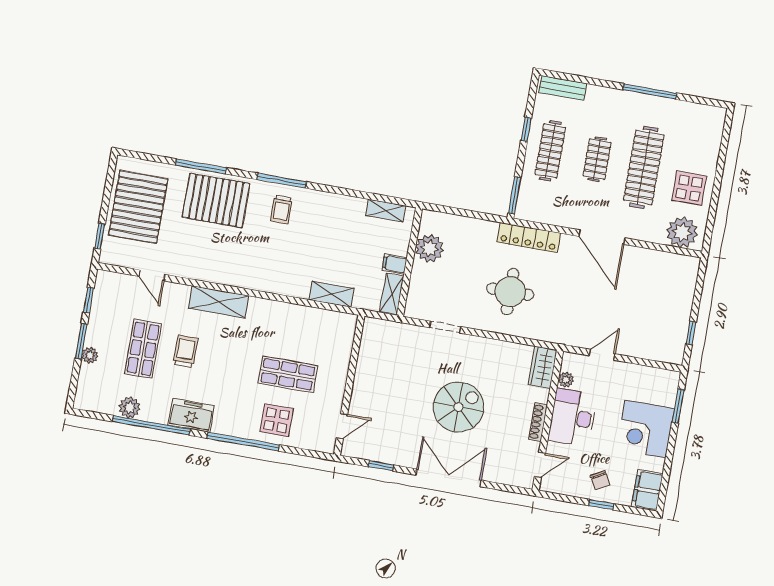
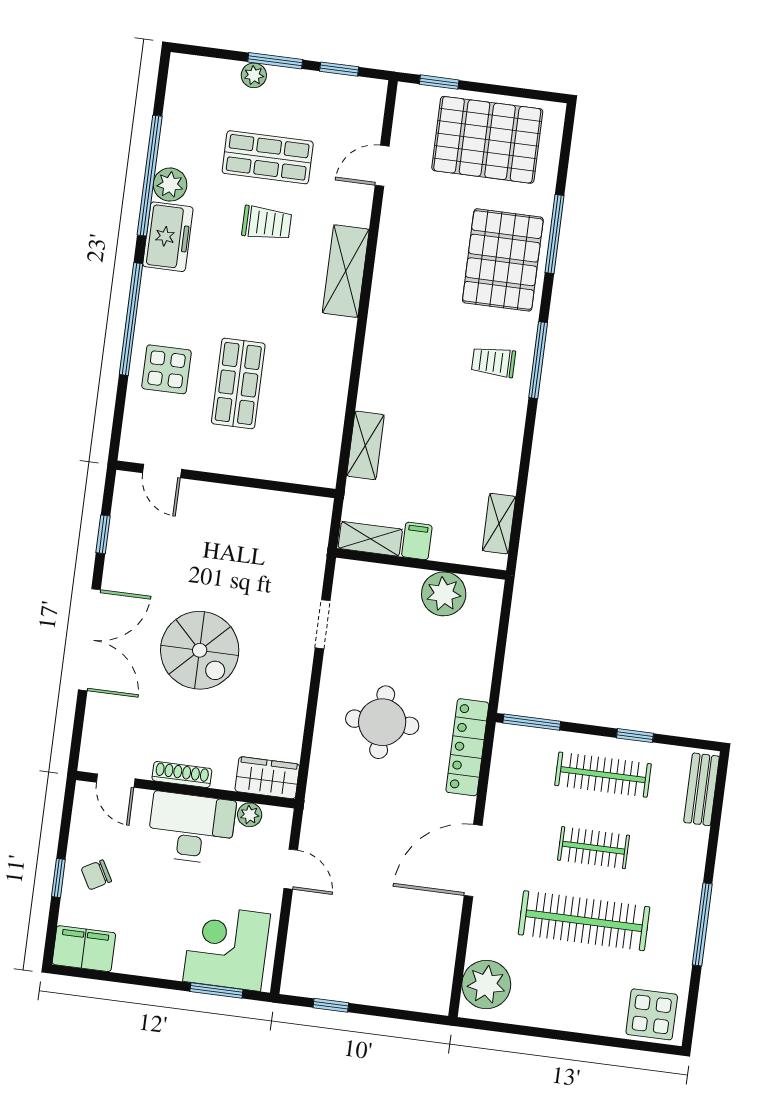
display table: (689, 188) -> (652, 1014), moved
plant: (130, 407) -> (170, 185), moved
corner desk: (645, 429) -> (227, 948), moved

